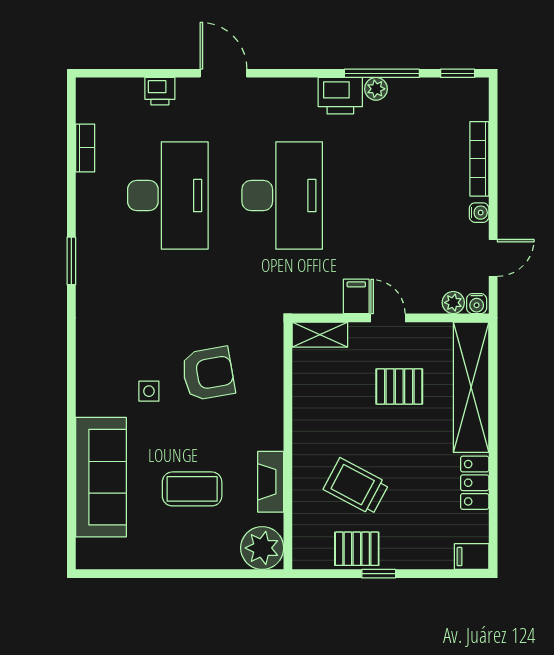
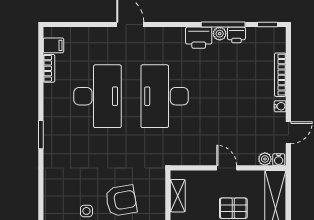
printer: (160, 91) -> (236, 35), moved
desk: (282, 196) -> (165, 96), turned 180
filing cabinet: (356, 296) -> (53, 45), moved, turned 90
shelving: (320, 335) -> (178, 196), moved, turned 90

